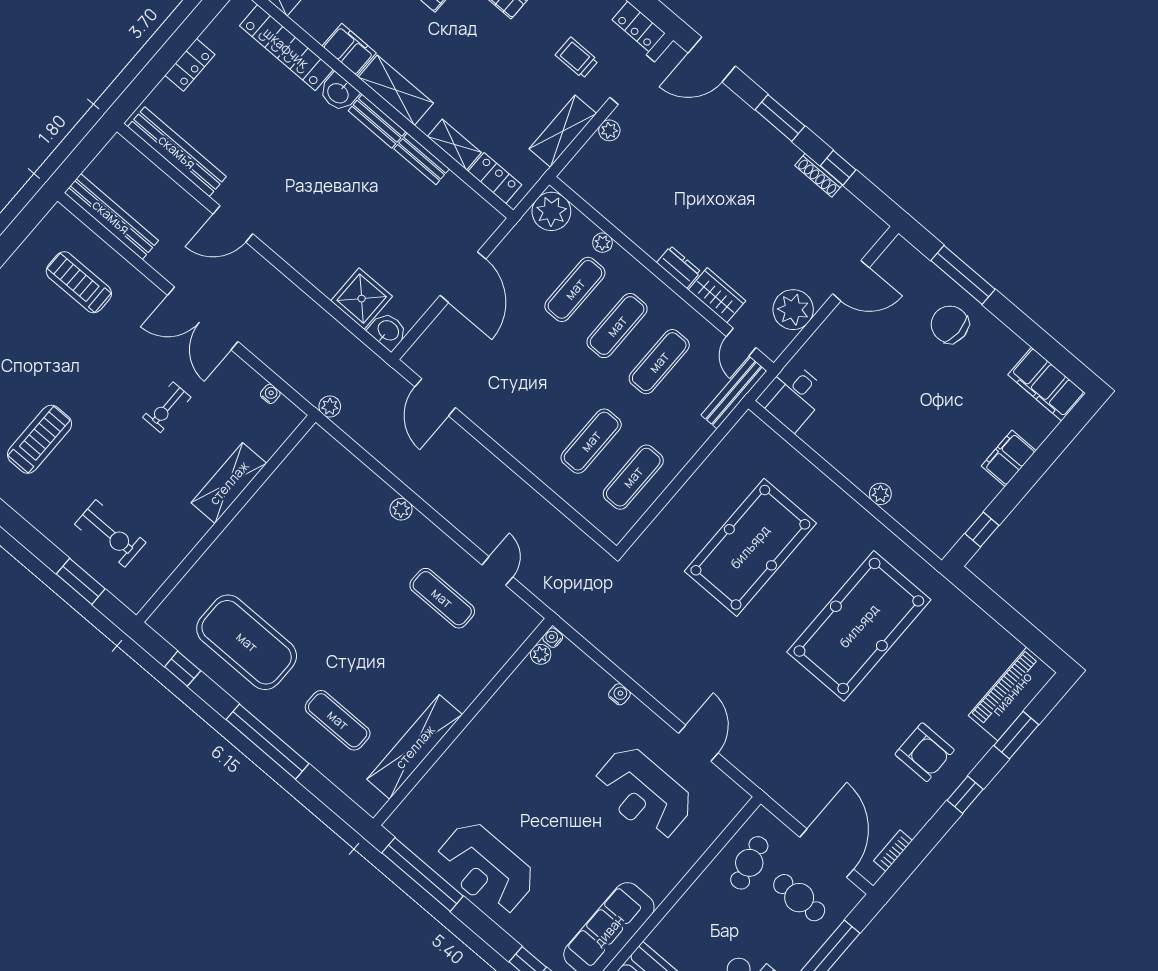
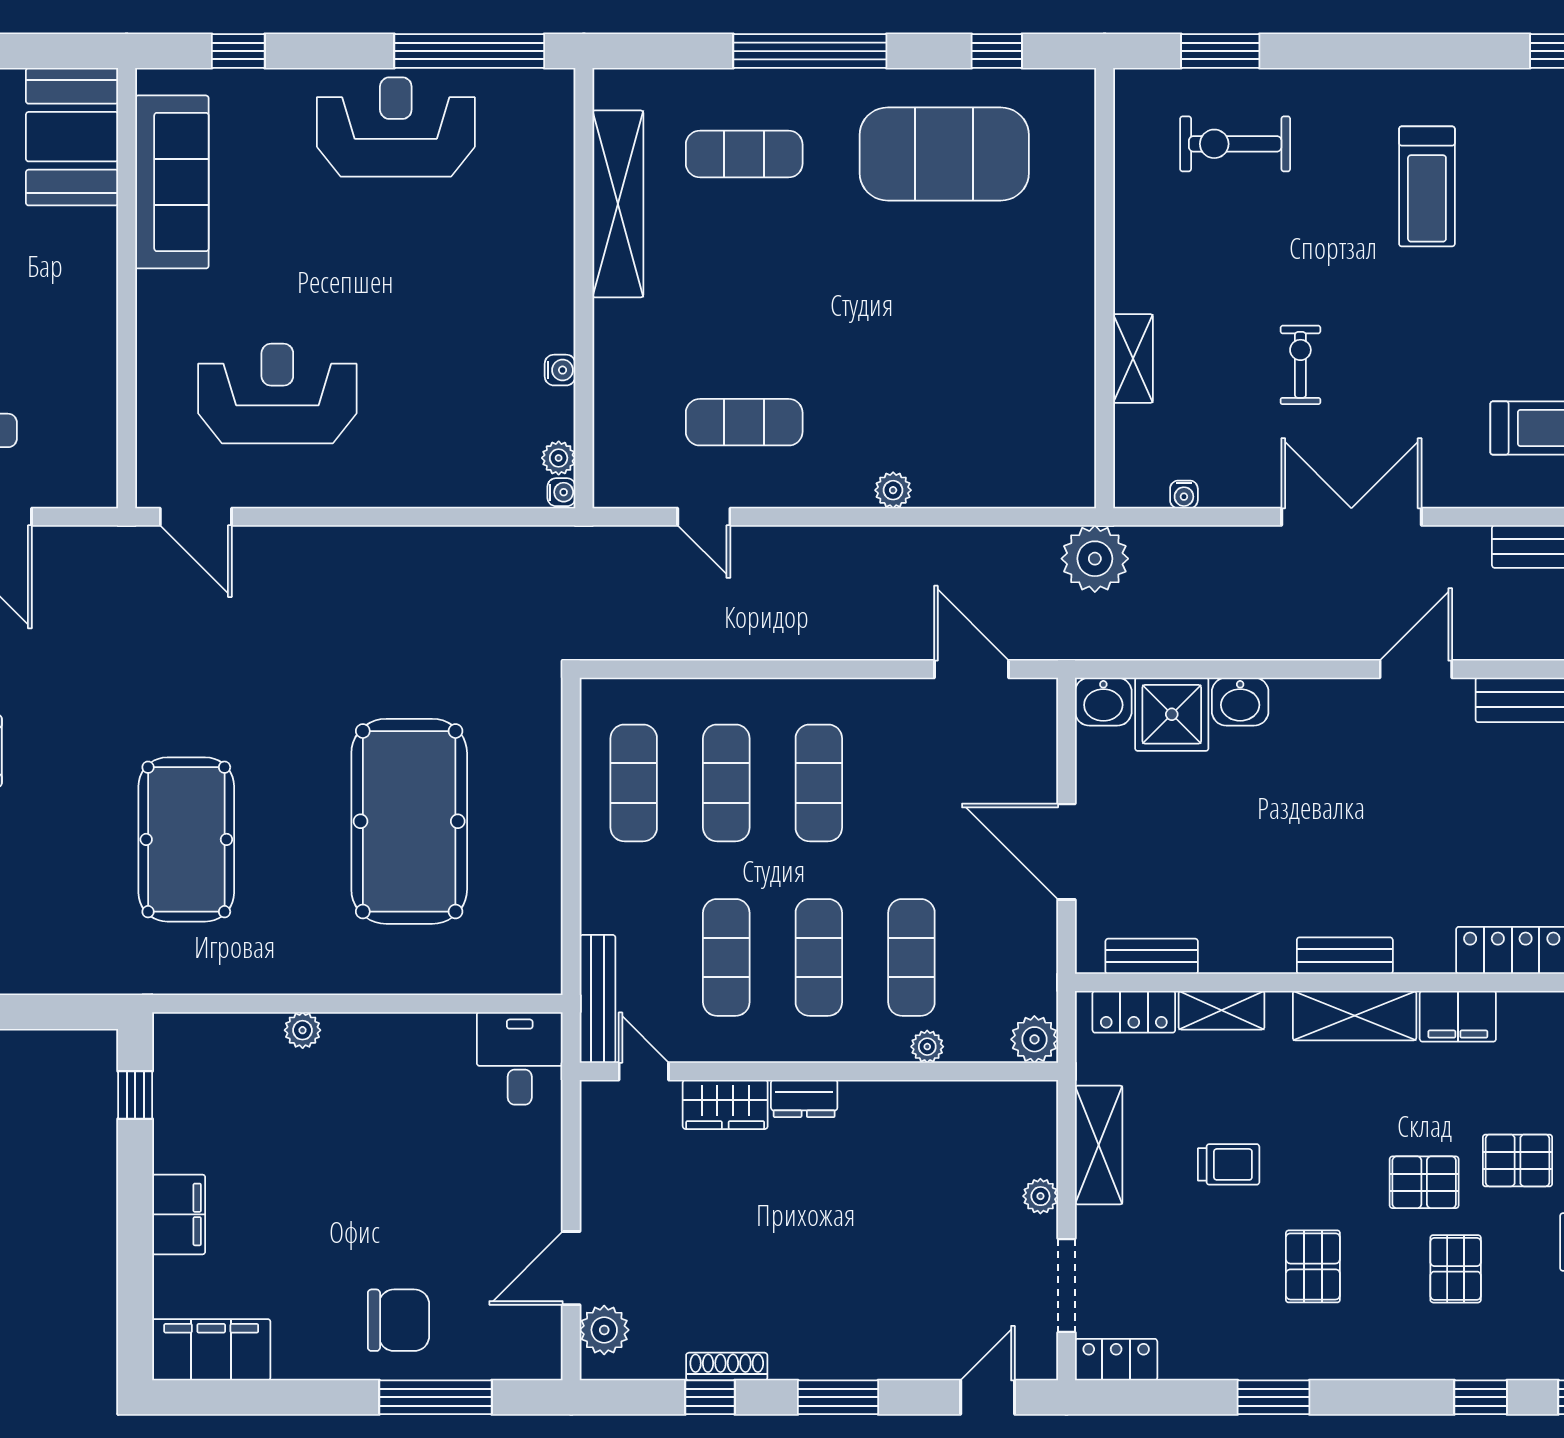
trolley: (577, 58) -> (1229, 1164), moved
door: (712, 60) -> (988, 1397), width x0.73
washbasin: (339, 93) -> (1240, 702), moved, turned 180
bench: (422, 159) -> (1152, 956), moved
plant: (551, 211) -> (1034, 1039), width x0.73, depth x0.73
plant: (793, 310) -> (604, 1330), moved, width x0.73, depth x0.73
exercise mat: (549, 405) -> (819, 783), added
plant: (330, 406) -> (1095, 559), width x1.88, depth x1.88
shelving: (229, 483) -> (1133, 359), width x0.67, depth x0.75
pool table: (859, 626) -> (186, 839), width x0.73, depth x0.76
water cooler: (619, 694) -> (560, 370), moved, turned -90
door: (698, 743) -> (196, 517), moved
cafe table: (749, 863) -> (68, 420), removed

